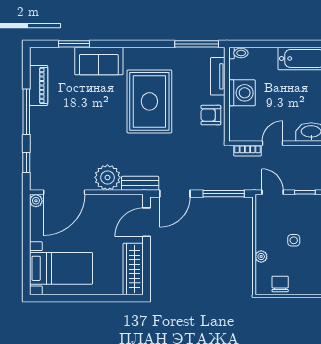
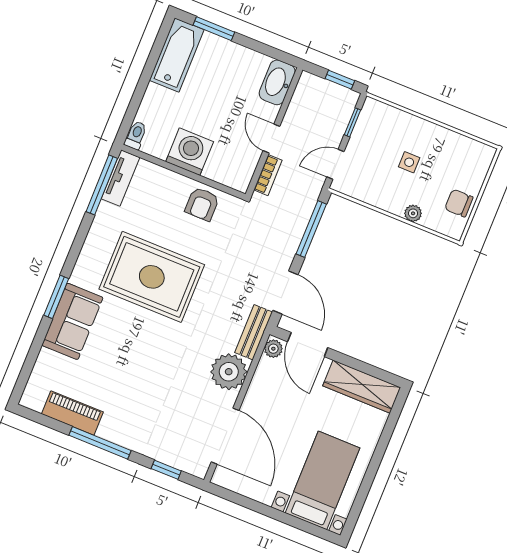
window: (74, 44) -> (56, 297), moved
tv unit: (218, 76) -> (120, 178), moved, turned -90
plant: (36, 201) -> (273, 349), moved

